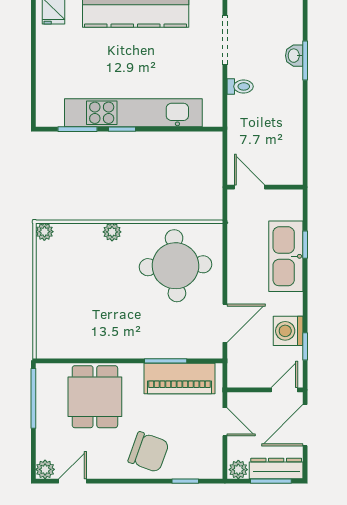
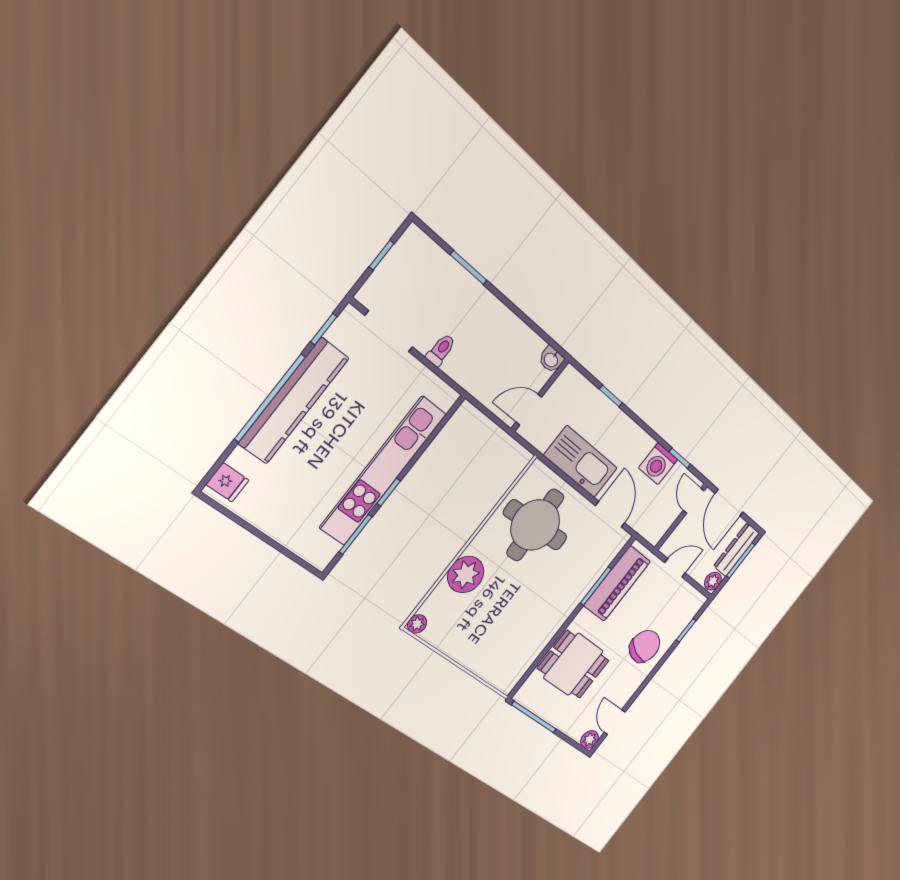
washbasin: (294, 56) -> (551, 360), moved
plant: (112, 232) -> (466, 575), width x1.88, depth x1.88
kitchen sink: (286, 256) -> (581, 462), moved, turned 180

